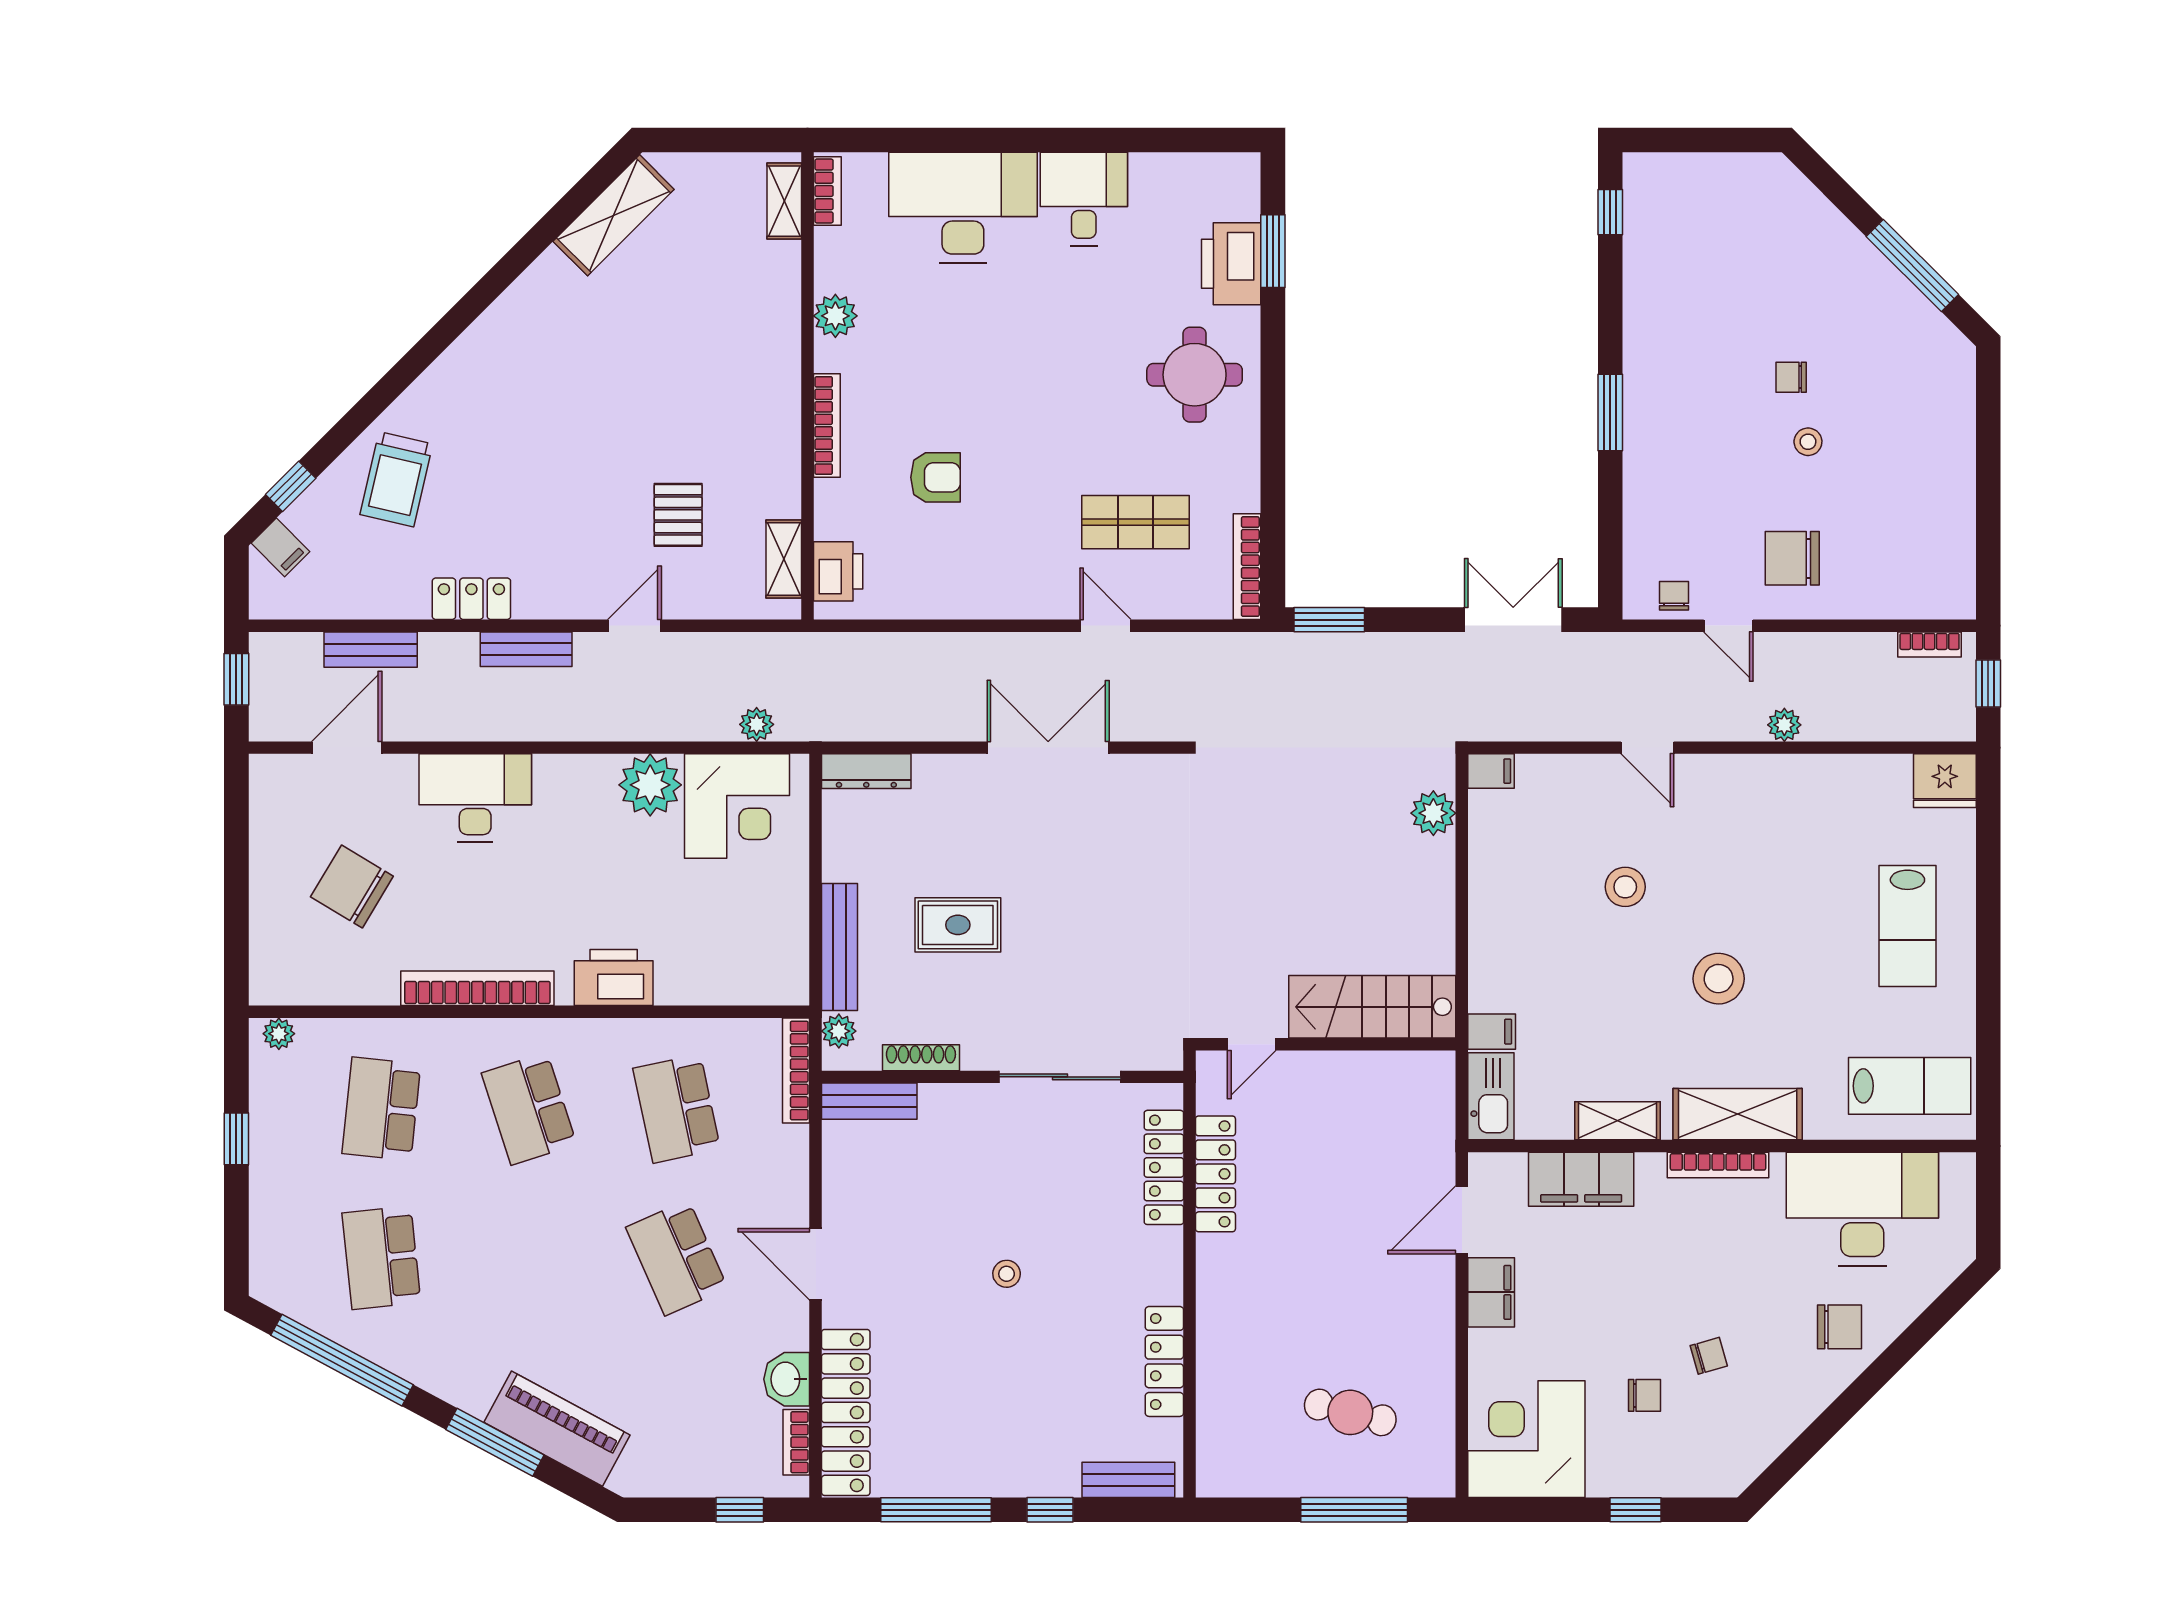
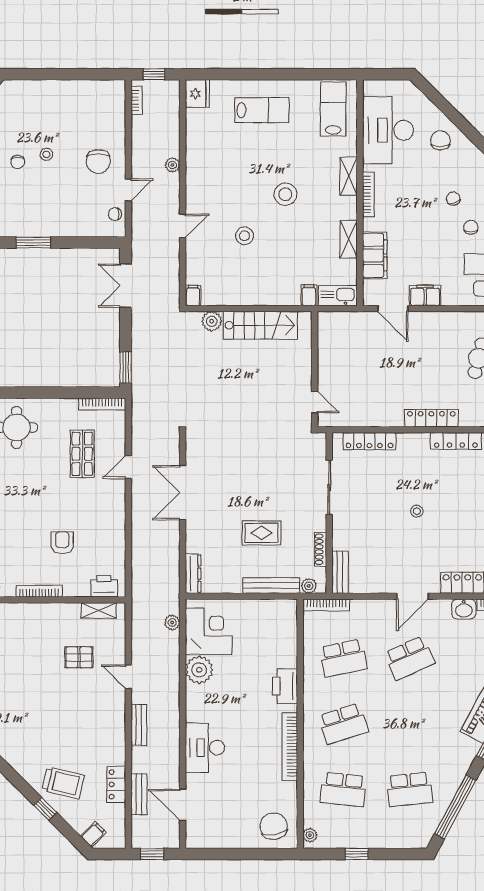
window: (291, 486) -> (45, 809), moved
locker: (471, 599) -> (116, 784), moved
chair: (352, 887) -> (274, 826), moved, turned 139
rug: (958, 925) -> (261, 533), turned 90
stairs: (1372, 1007) -> (260, 325), moved, turned -90
shelving: (1738, 1114) -> (349, 176), width x0.67, depth x0.75
locker: (1215, 1174) -> (431, 418), moved

